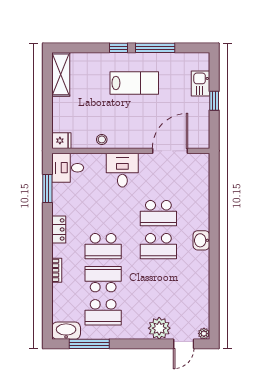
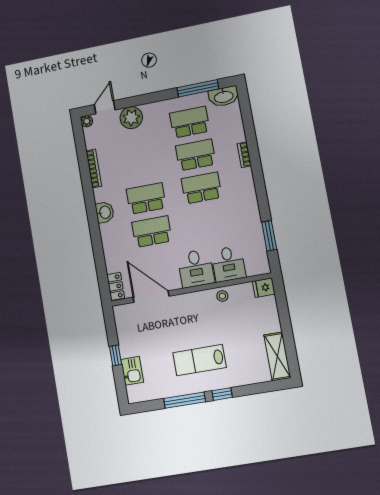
door: (170, 151) -> (151, 297), swing flipped
desk: (68, 168) -> (228, 264), moved, turned 90
locker: (59, 229) -> (116, 286), moved, turned 180
school desk: (103, 279) -> (196, 155), turned 180
bookcase: (205, 285) -> (94, 169), added

